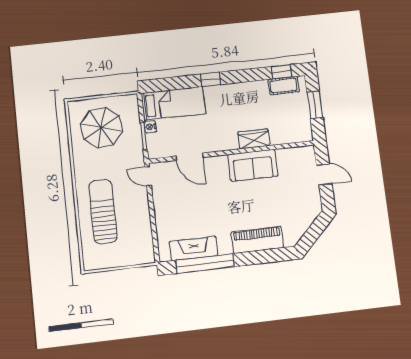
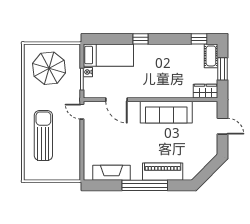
cot: (284, 86) -> (211, 56), moved, turned 90
wardrobe: (254, 139) -> (205, 91), moved
sofa: (253, 165) -> (166, 112), width x1.36
window: (205, 263) -> (145, 185), moved

